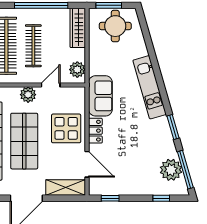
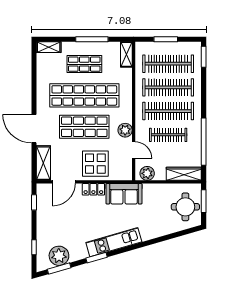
kitchen unit: (150, 87) -> (114, 242), moved
window: (185, 170) -> (59, 268), width x0.69

